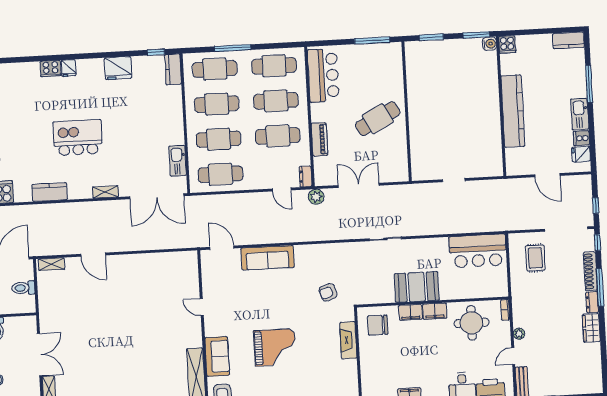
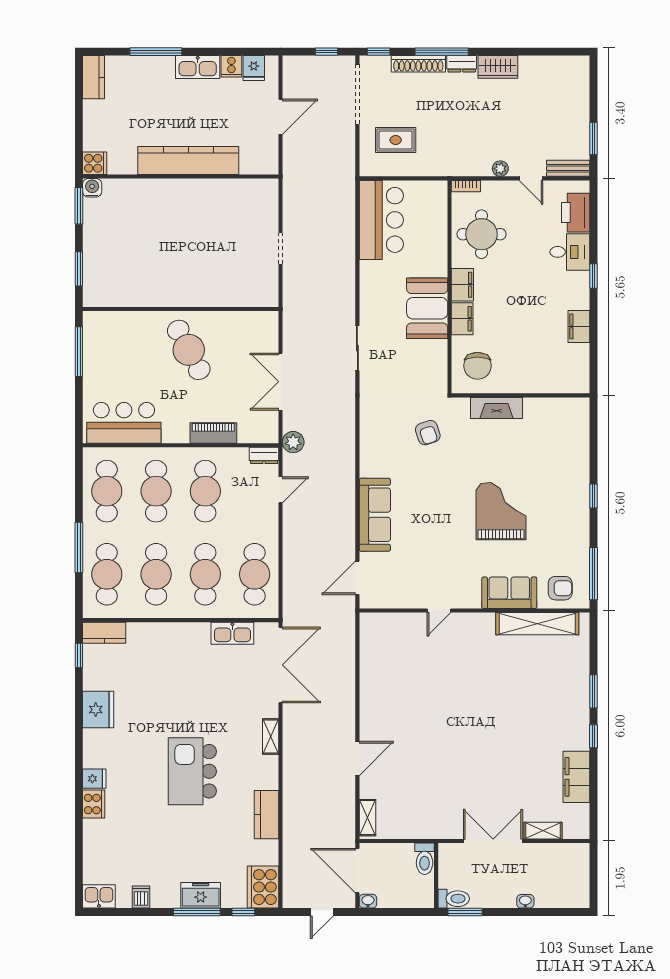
toilet: (23, 288) -> (425, 859), moved

